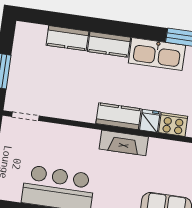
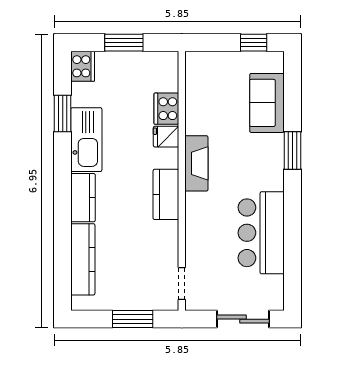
kitchen counter: (67, 38) -> (83, 259), width x1.50
kitchen counter: (119, 116) -> (166, 194), moved

